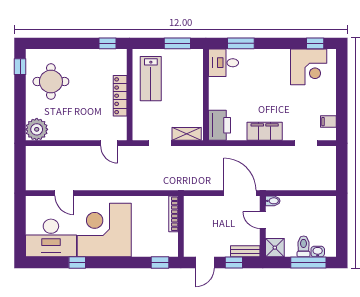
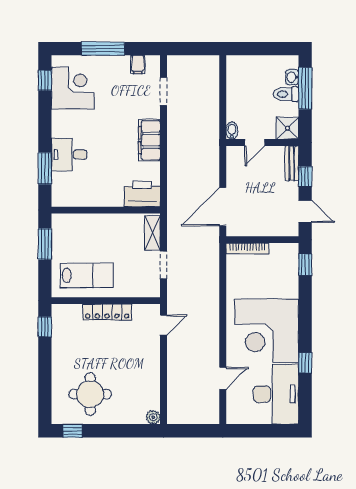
desk: (224, 63) -> (69, 155), moved, turned 90
window: (342, 92) -> (103, 49), added
plant: (37, 129) -> (153, 417), width x0.53, depth x0.53
door: (240, 193) -> (223, 207), moved

